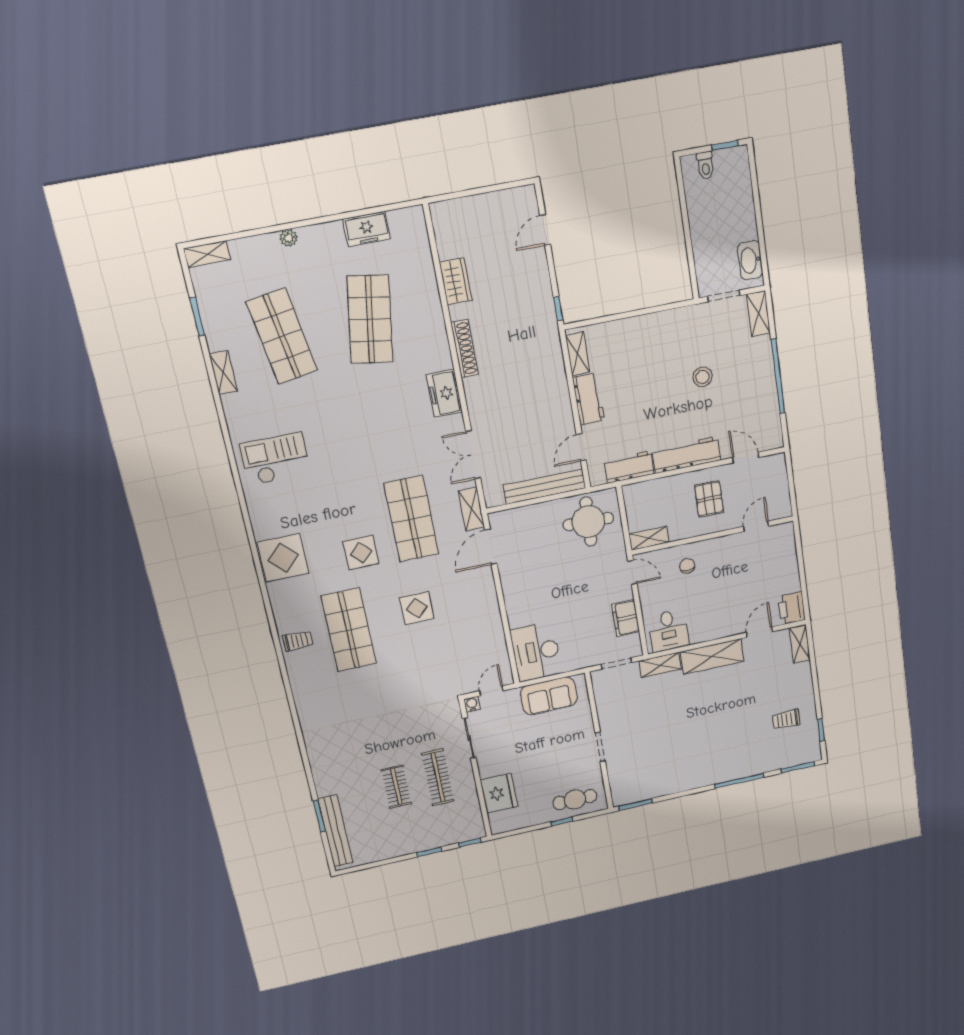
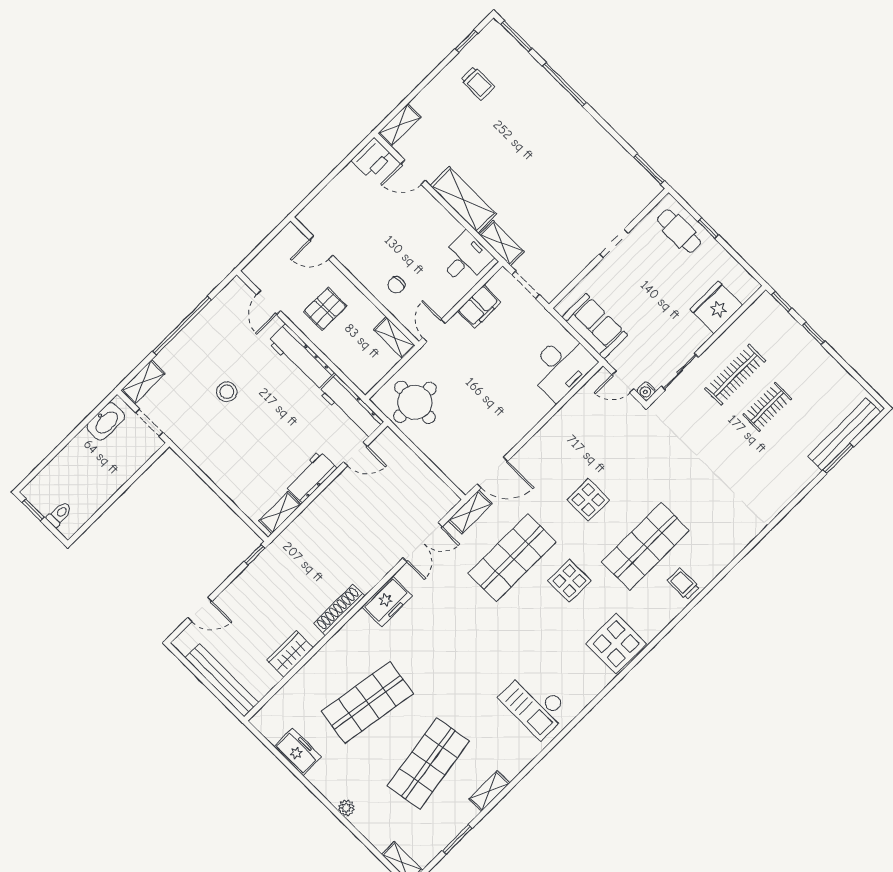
workbench: (629, 467) -> (351, 407), width x1.38
bench: (544, 487) -> (222, 680), moved

